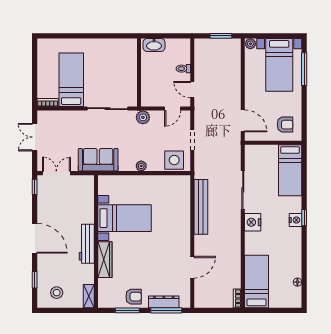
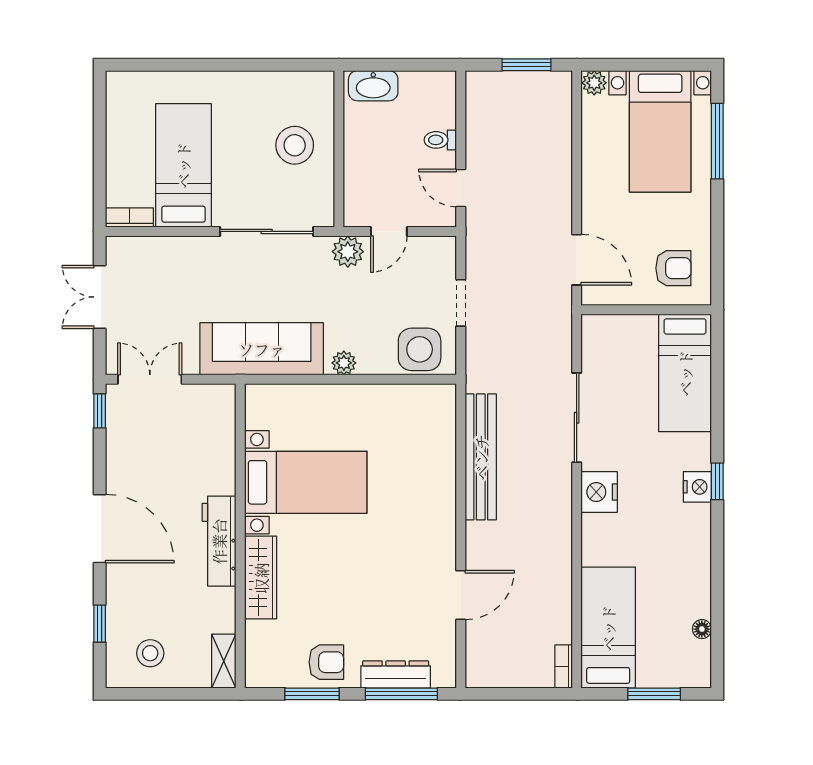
stool: (120, 71) -> (295, 145), added
door: (173, 109) -> (389, 231), moved
sofa: (98, 160) -> (262, 349), width x1.36
window: (277, 310) -> (654, 694), added

